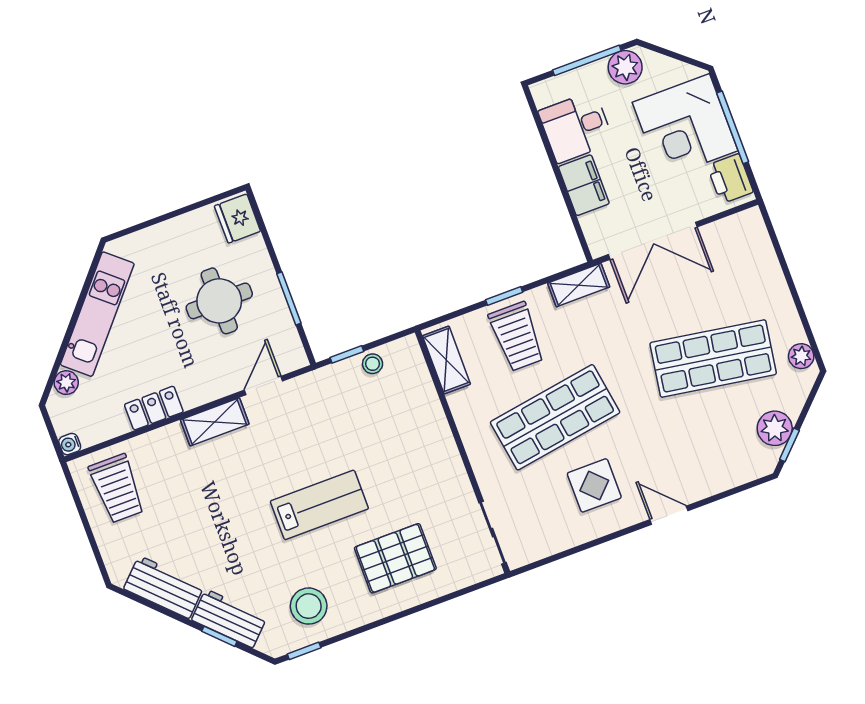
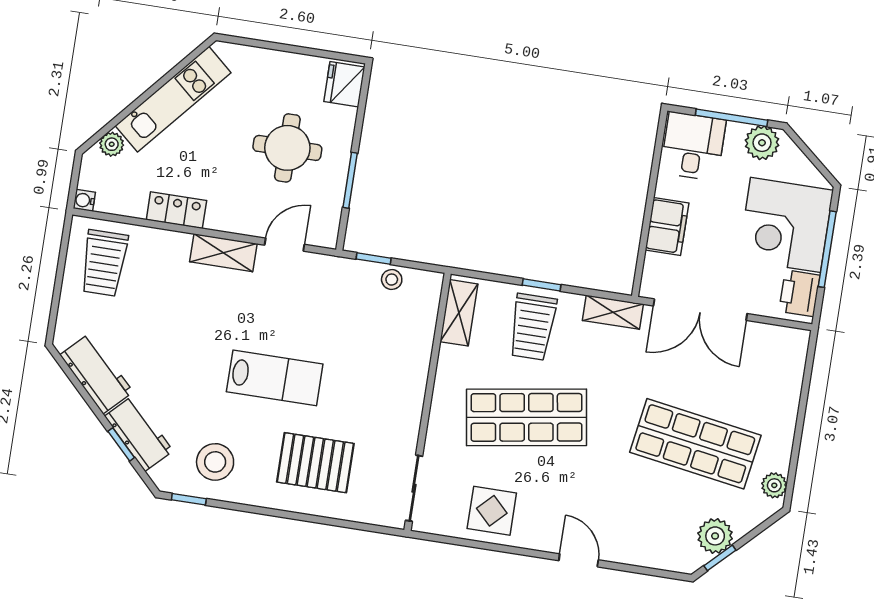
desk: (576, 127) -> (693, 146), moved, turned 90
display table: (594, 485) -> (492, 511), moved

